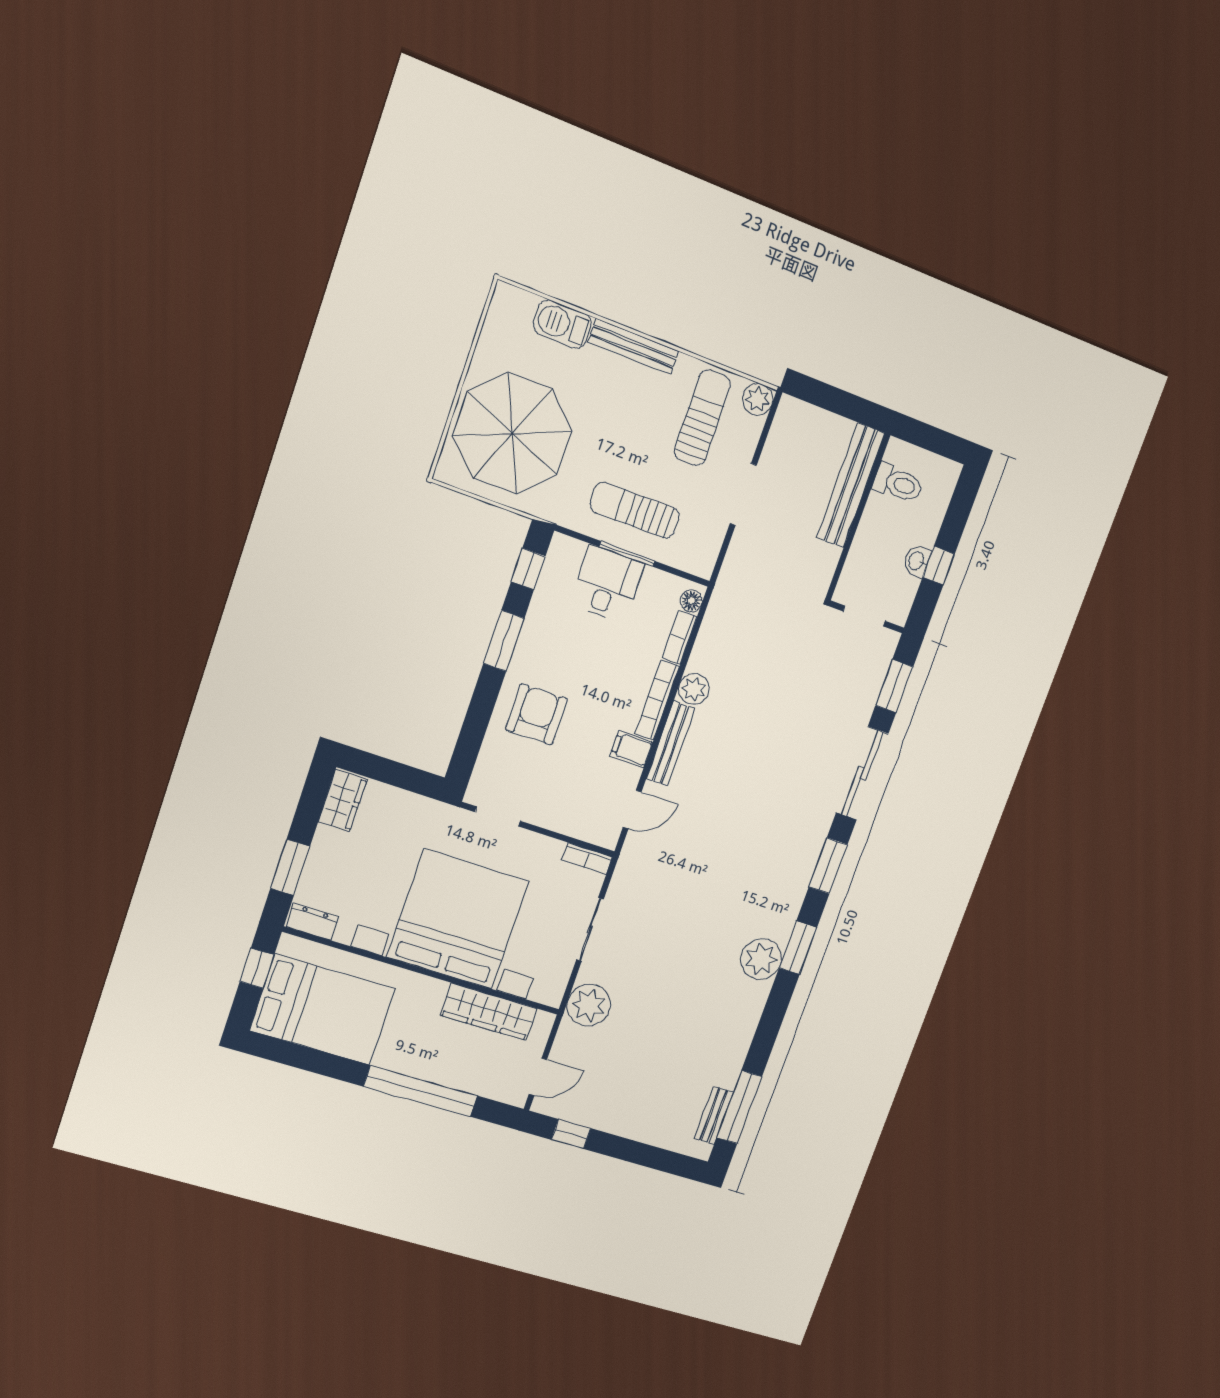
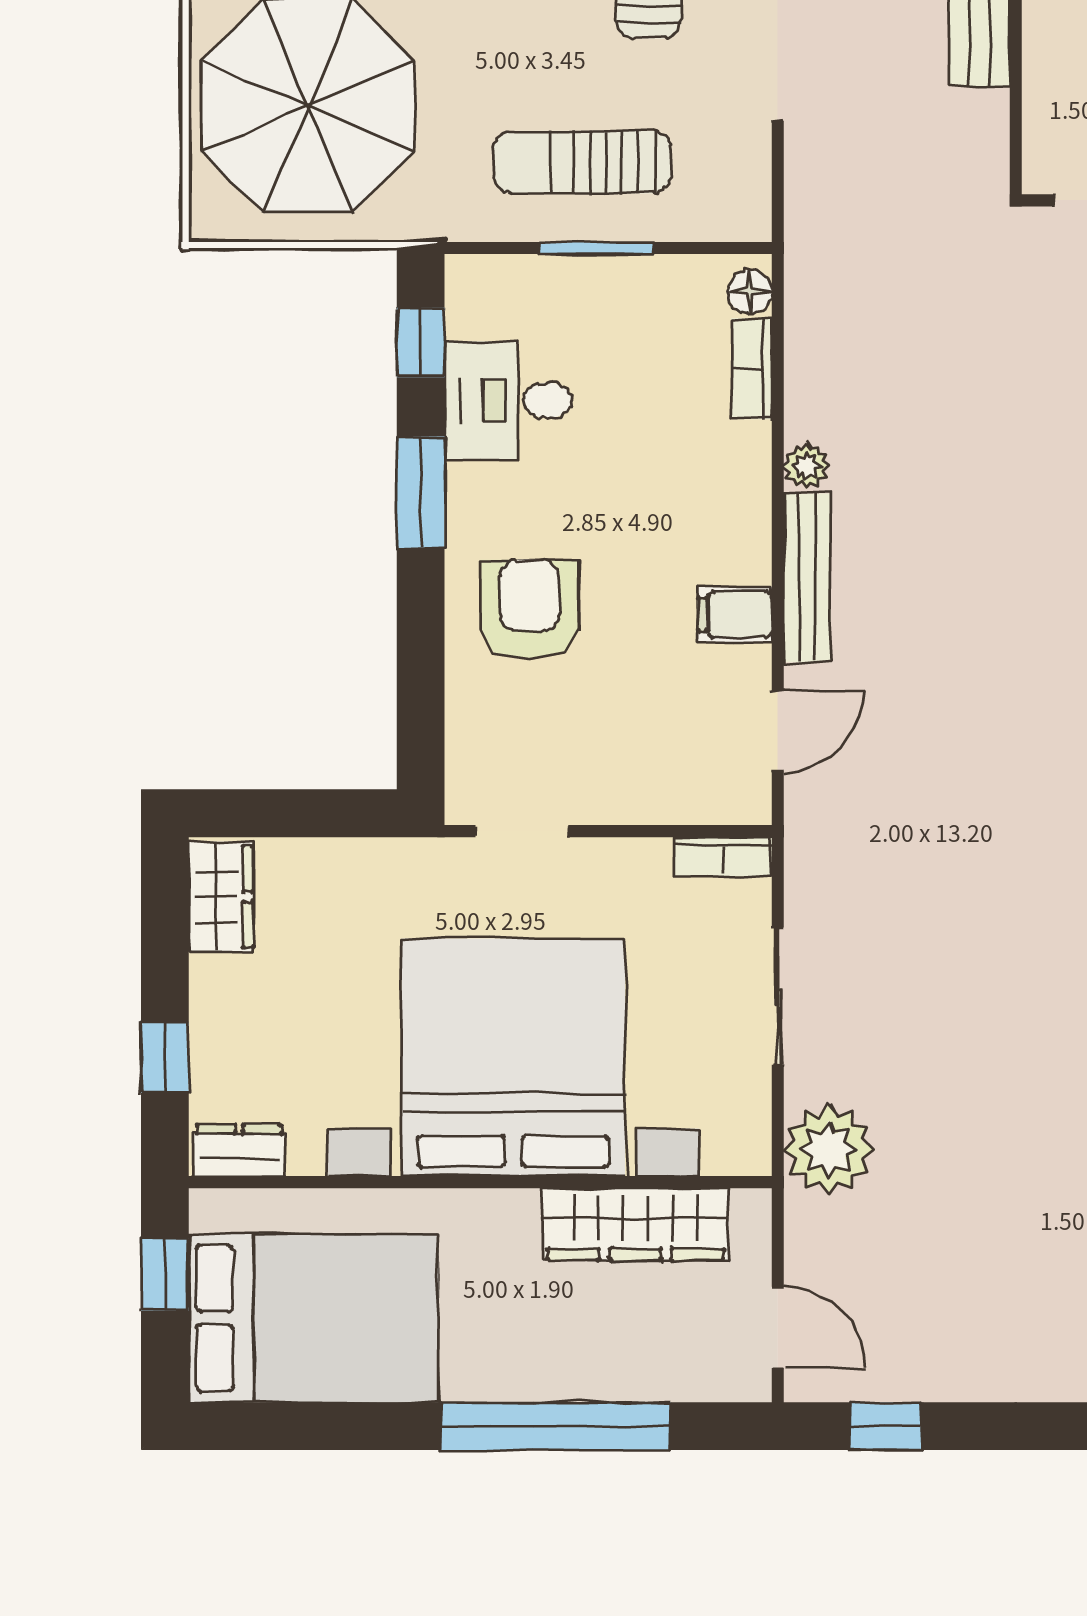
desk: (607, 584) -> (508, 400), moved, turned -90
plant: (694, 689) -> (806, 466), width x0.73, depth x0.73
bookcase: (657, 700) -> (752, 503), removed
window: (290, 867) -> (165, 1058), width x0.67
door: (538, 1077) -> (778, 1327), hinge flipped

